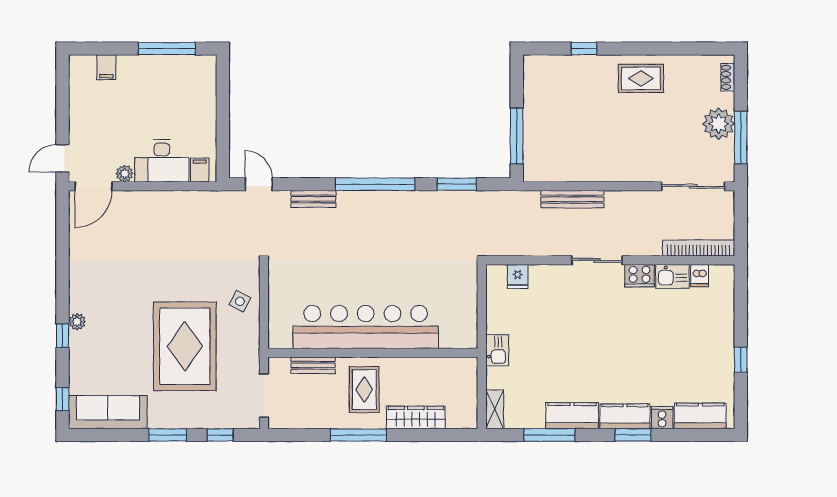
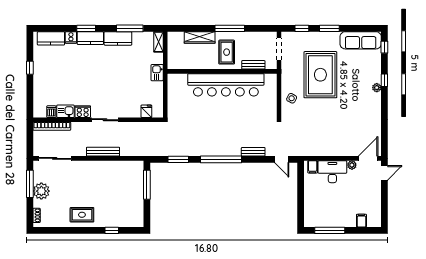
bench: (572, 199) -> (103, 152), moved

